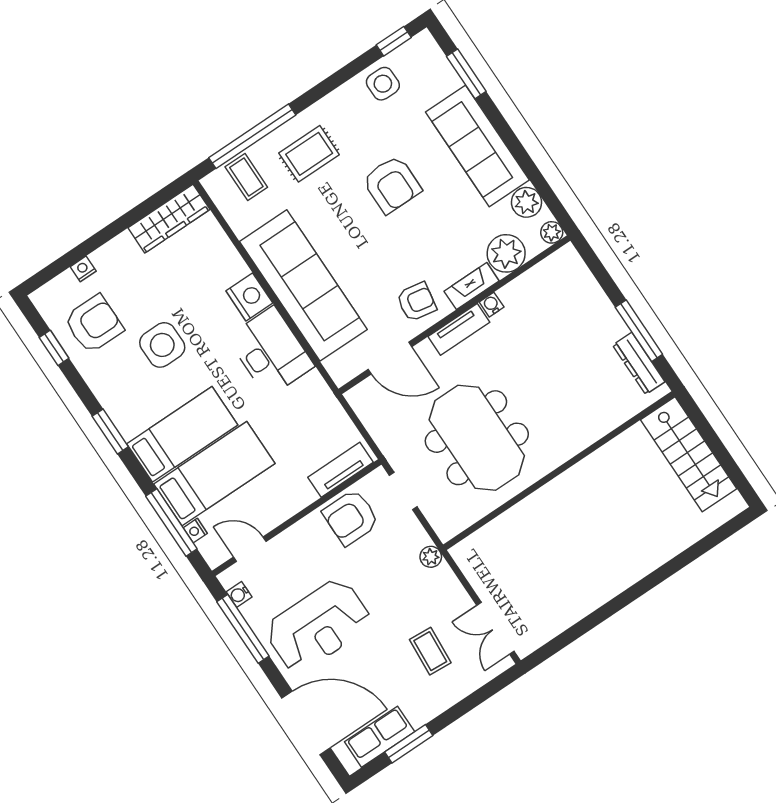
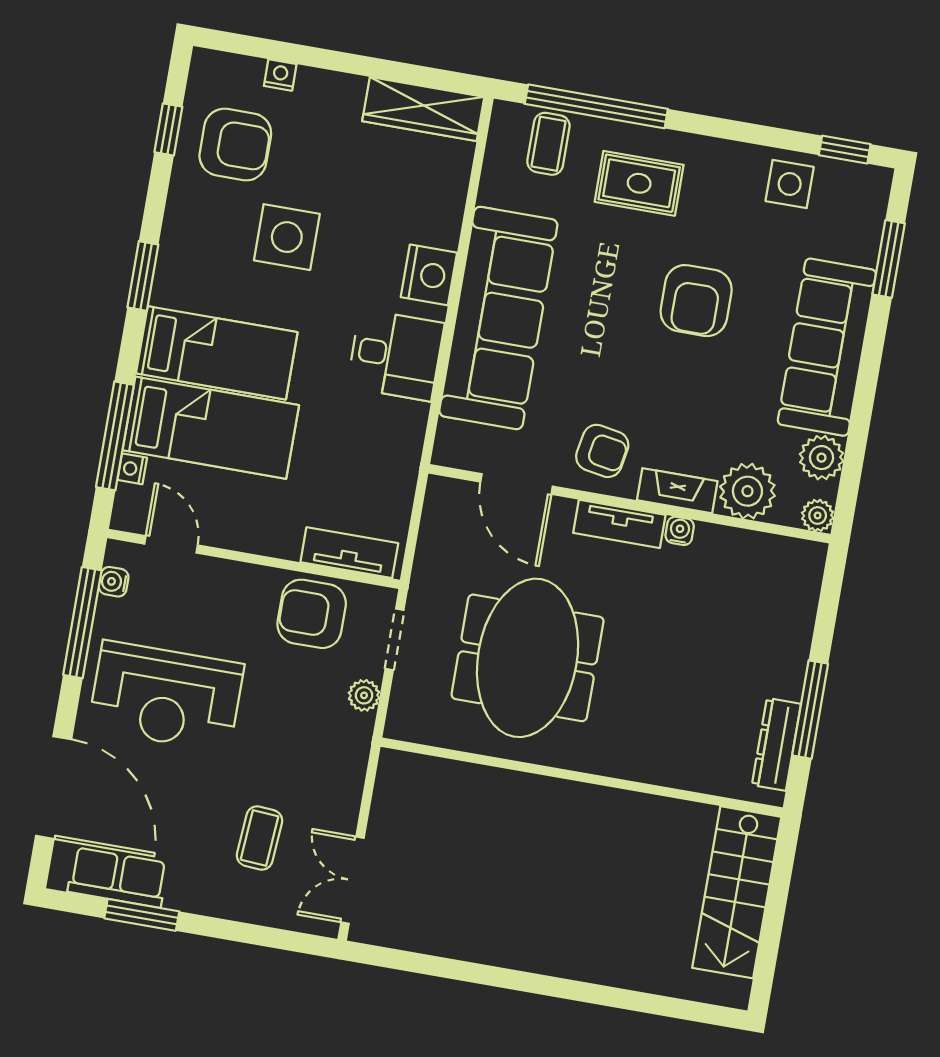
desk: (271, 352) -> (396, 355), width x0.73
plant: (431, 557) -> (364, 695), moved

